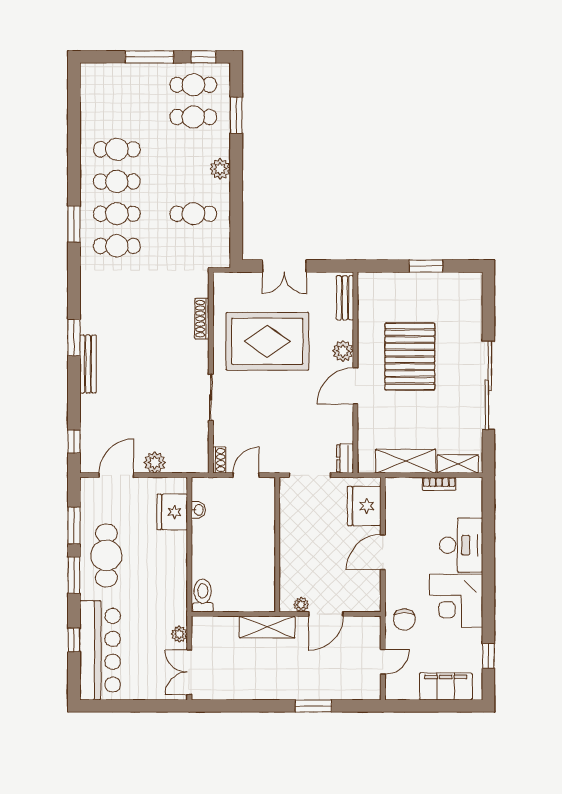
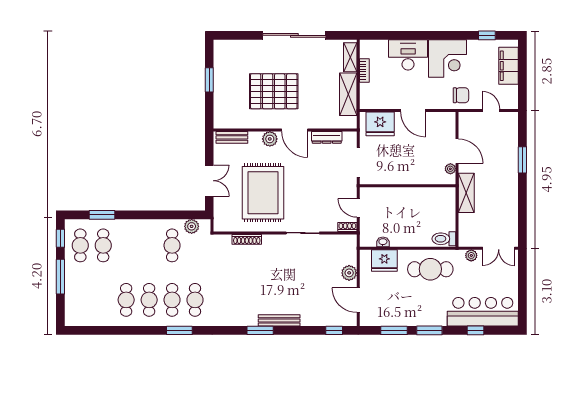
plant: (220, 169) -> (192, 226), moved
dresser: (345, 458) -> (327, 137), moved, width x1.44
cafe table: (106, 555) -> (430, 269), moved

